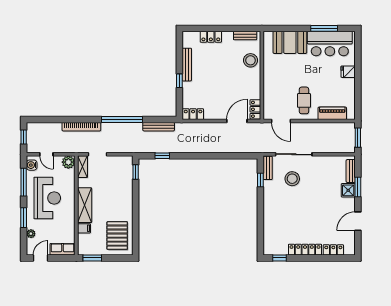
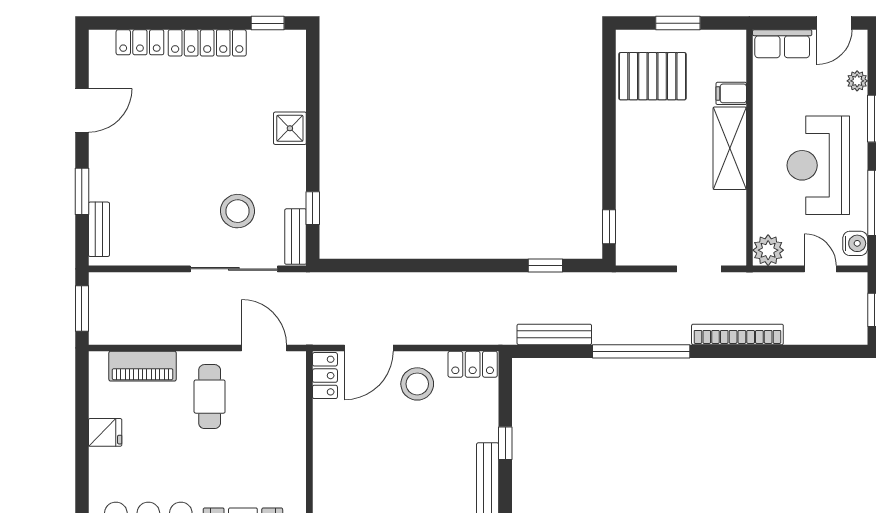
stool: (251, 60) -> (417, 384), moved
fridge: (348, 72) -> (105, 432), moved
shelving: (83, 167) -> (735, 240), removed
shower: (348, 190) -> (290, 128), moved
pallet: (117, 236) -> (652, 76), turned 90
window: (92, 258) -> (678, 23), moved

